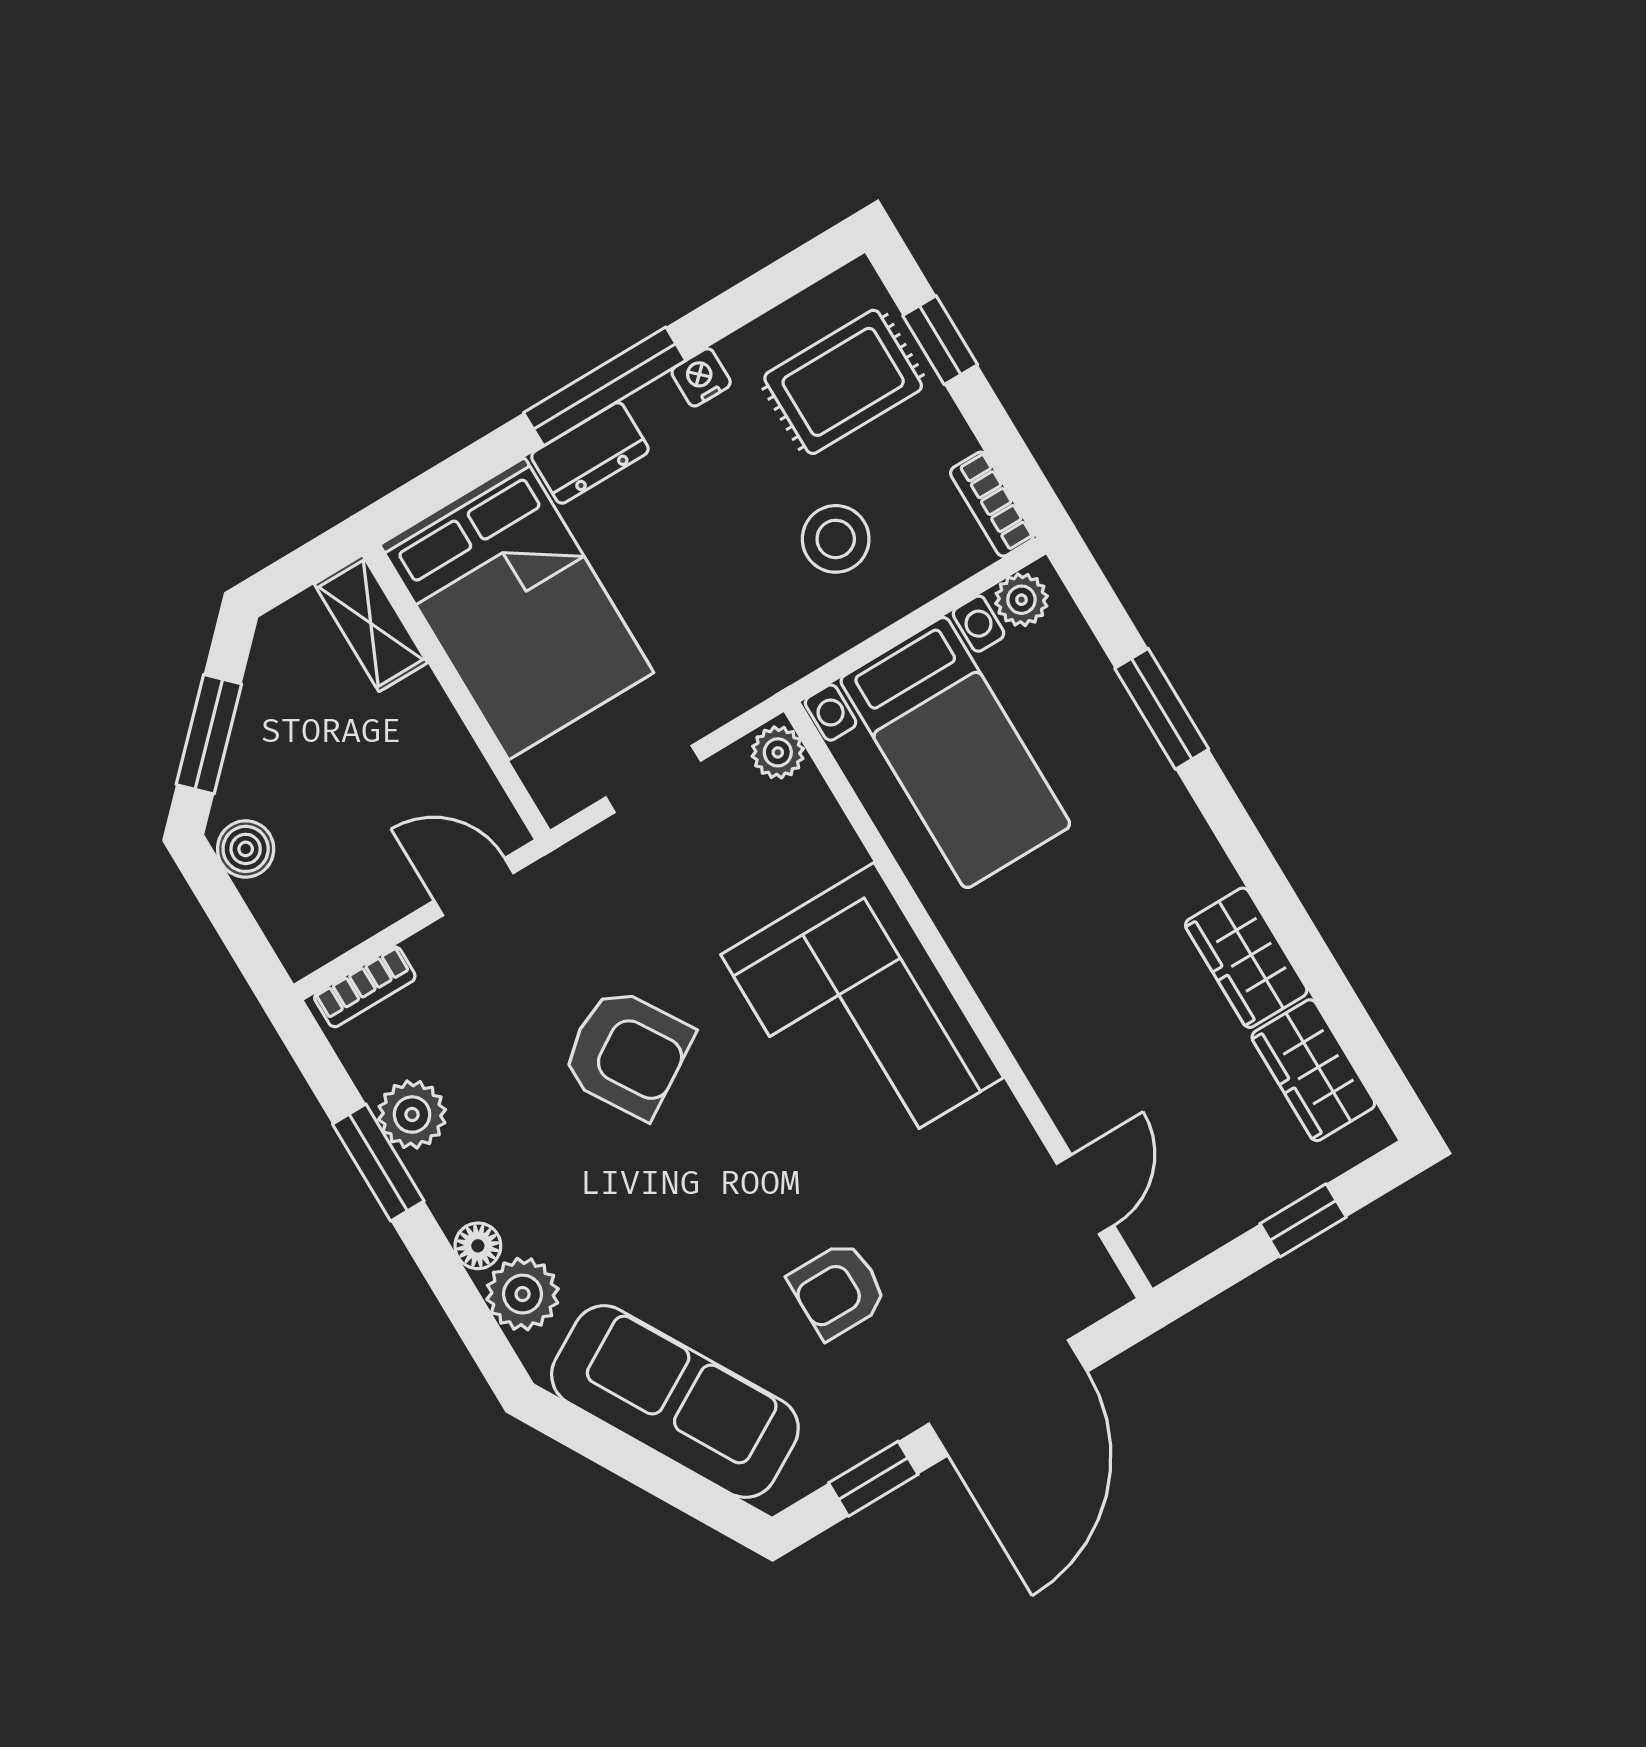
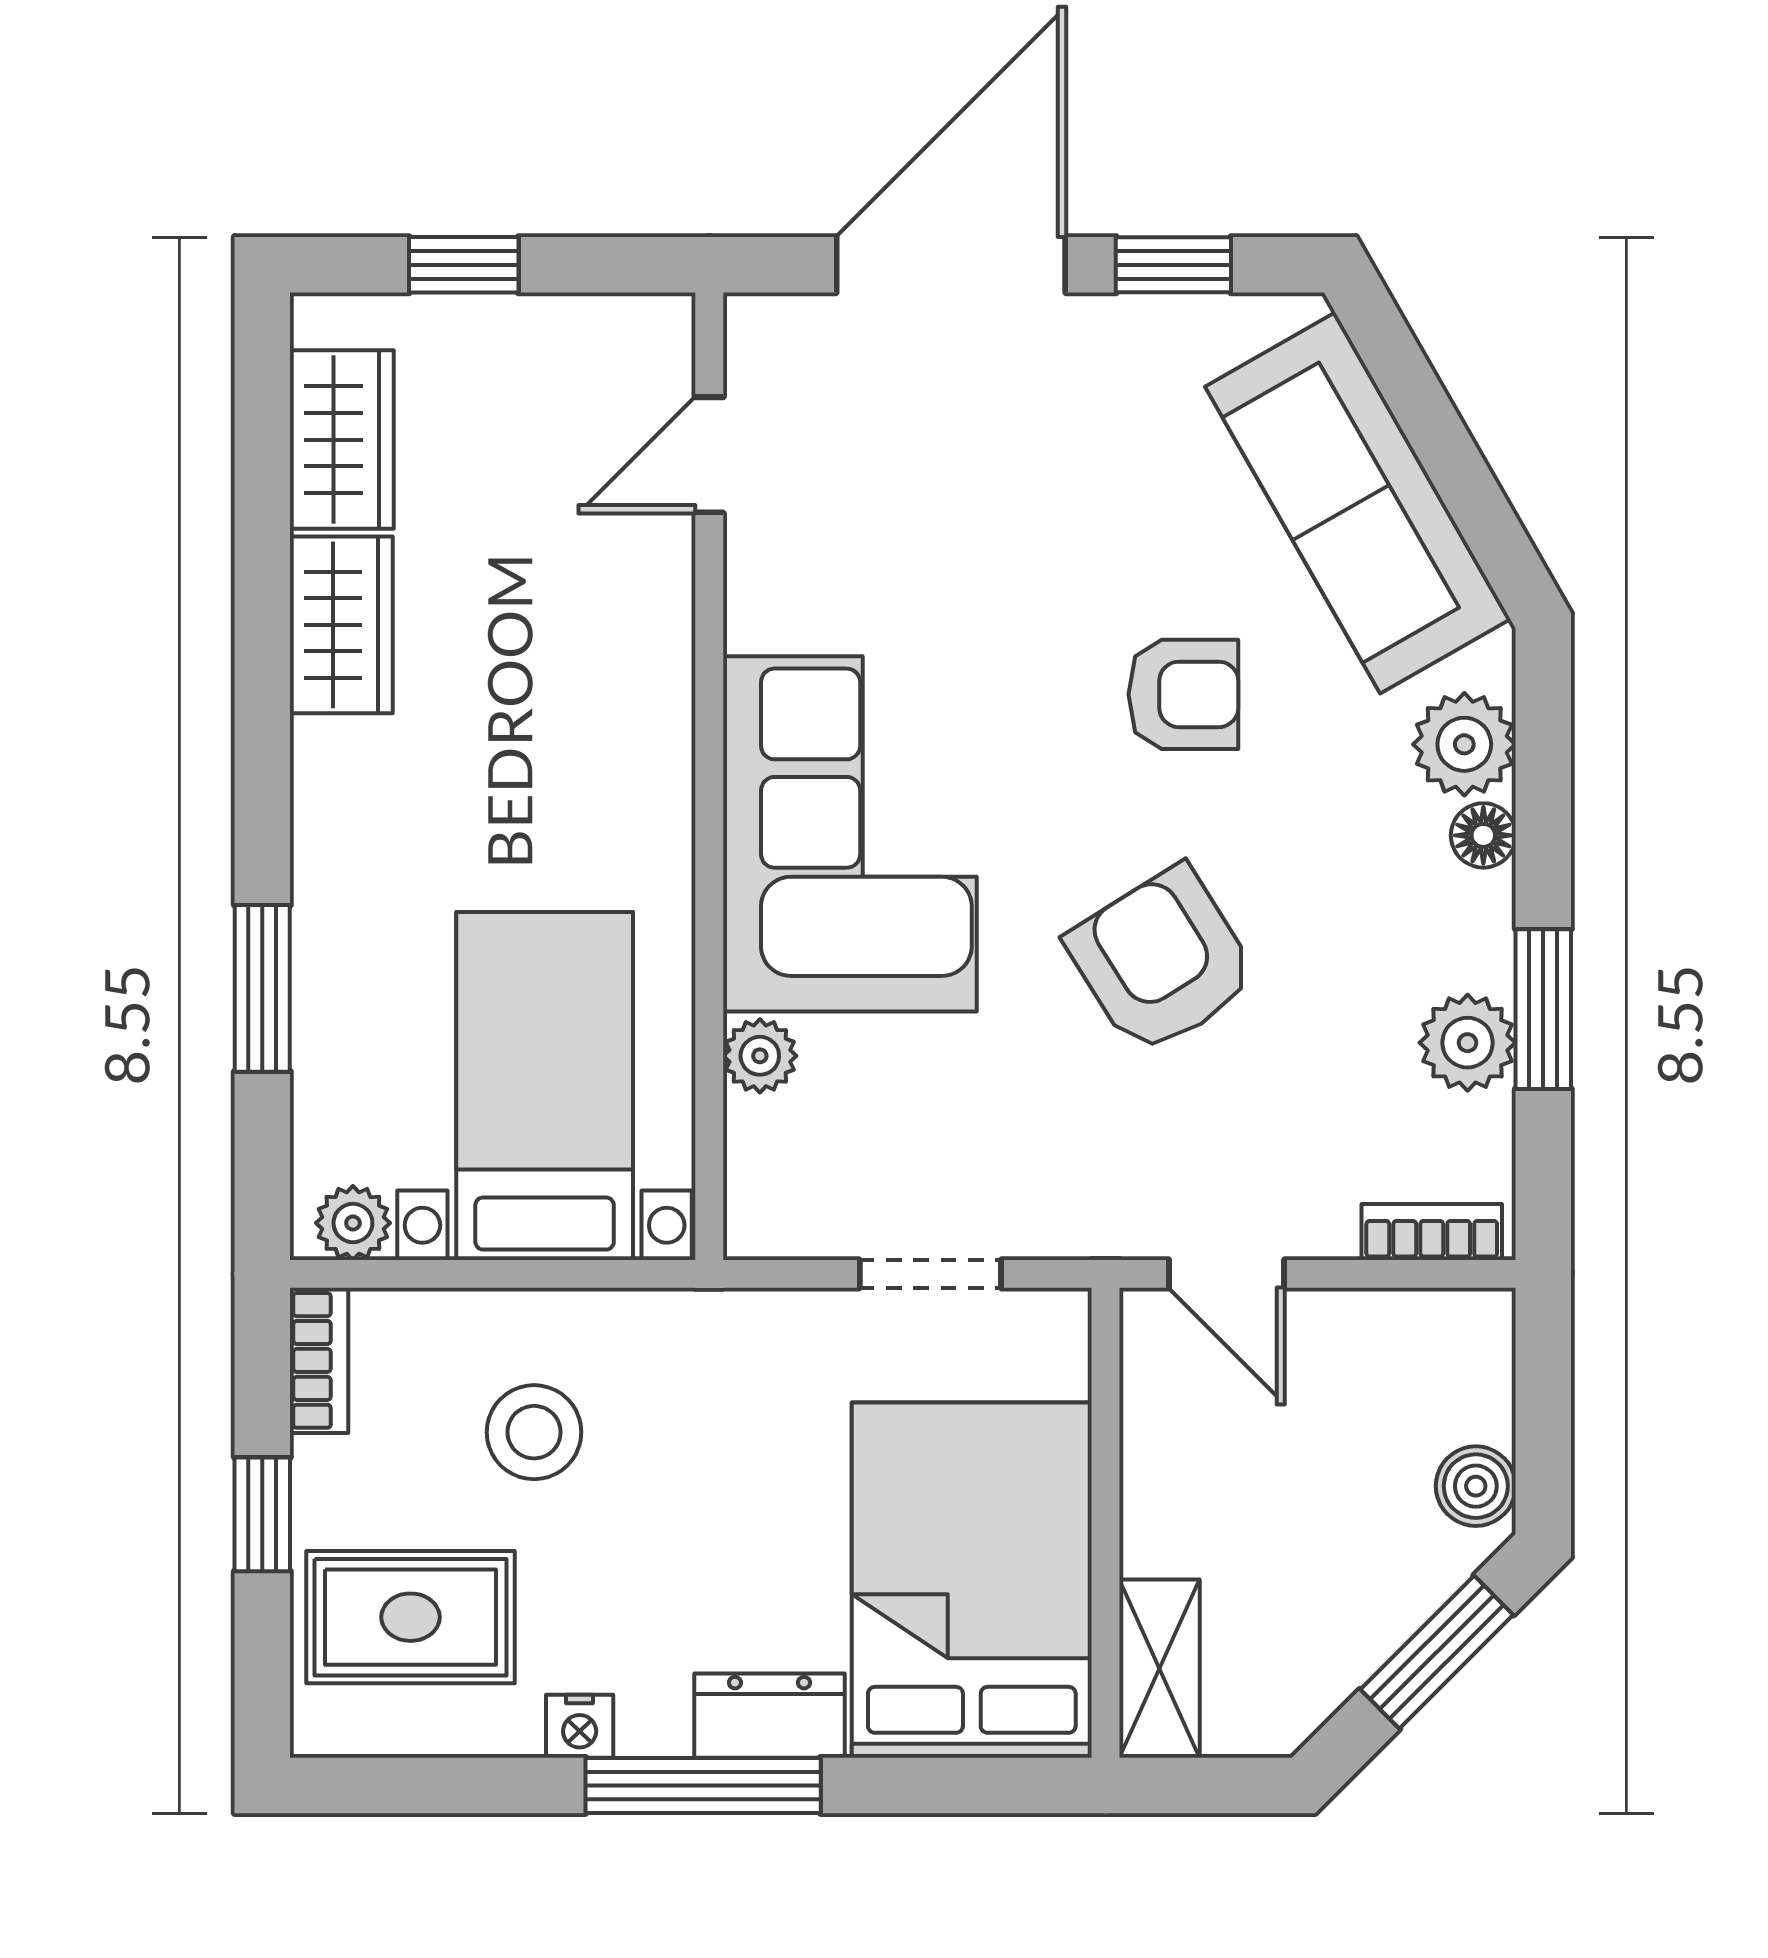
window: (940, 340) -> (262, 1514), moved
plant: (778, 752) -> (760, 1056), moved
armchair: (838, 1290) -> (1183, 694), moved

